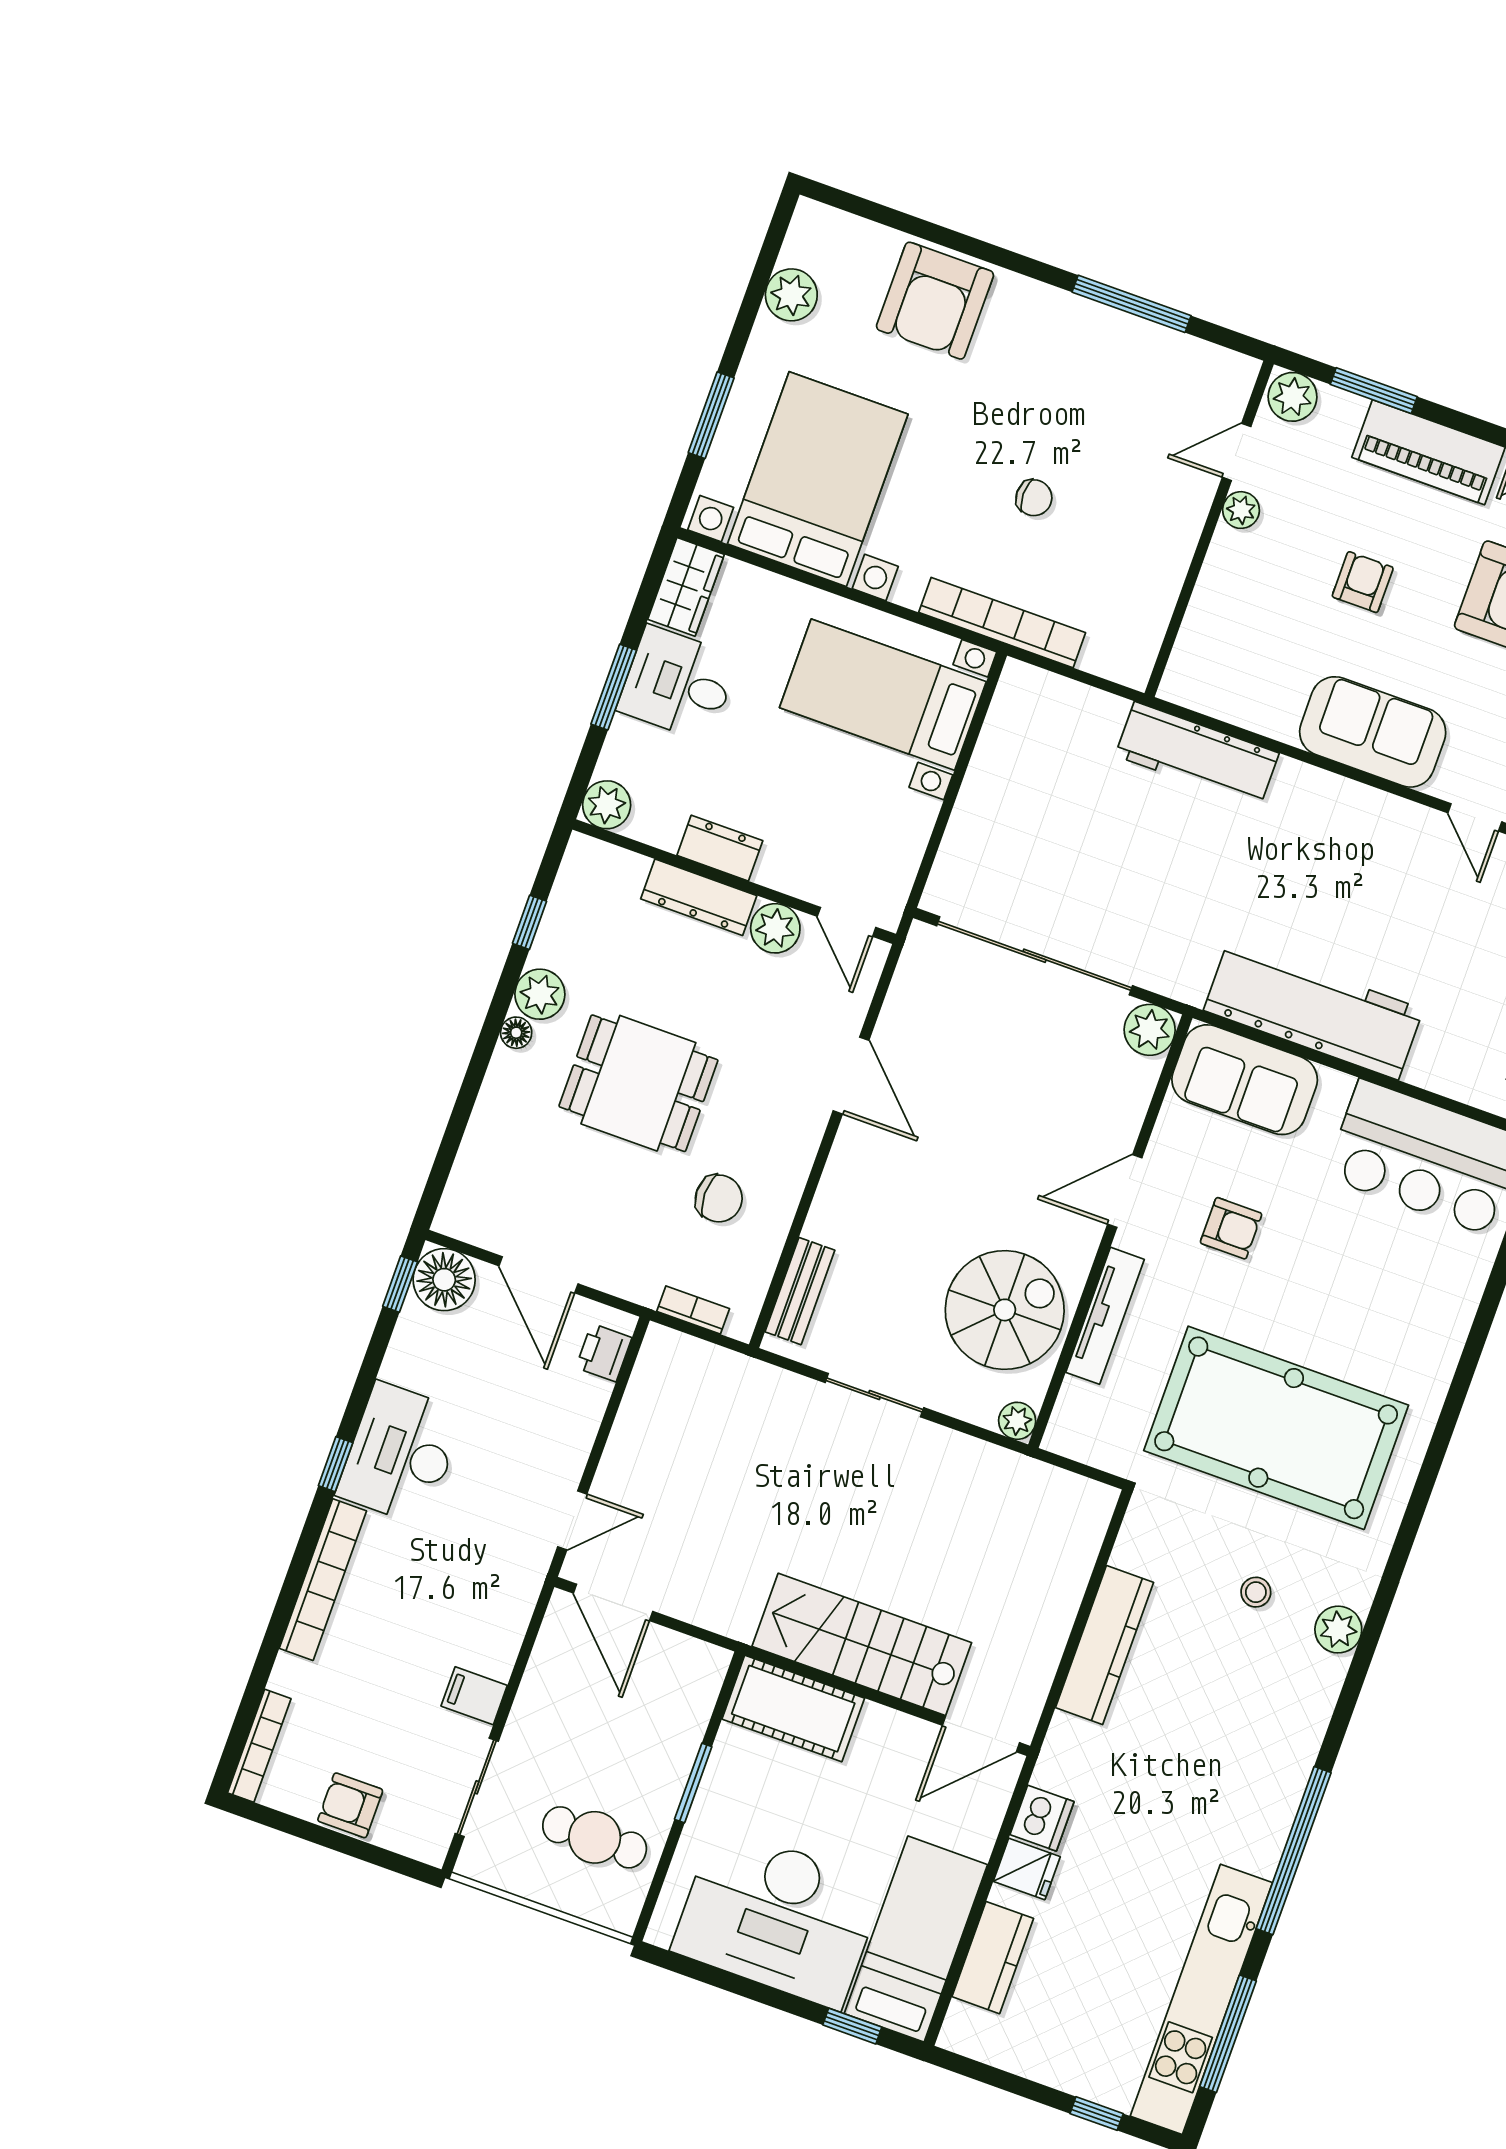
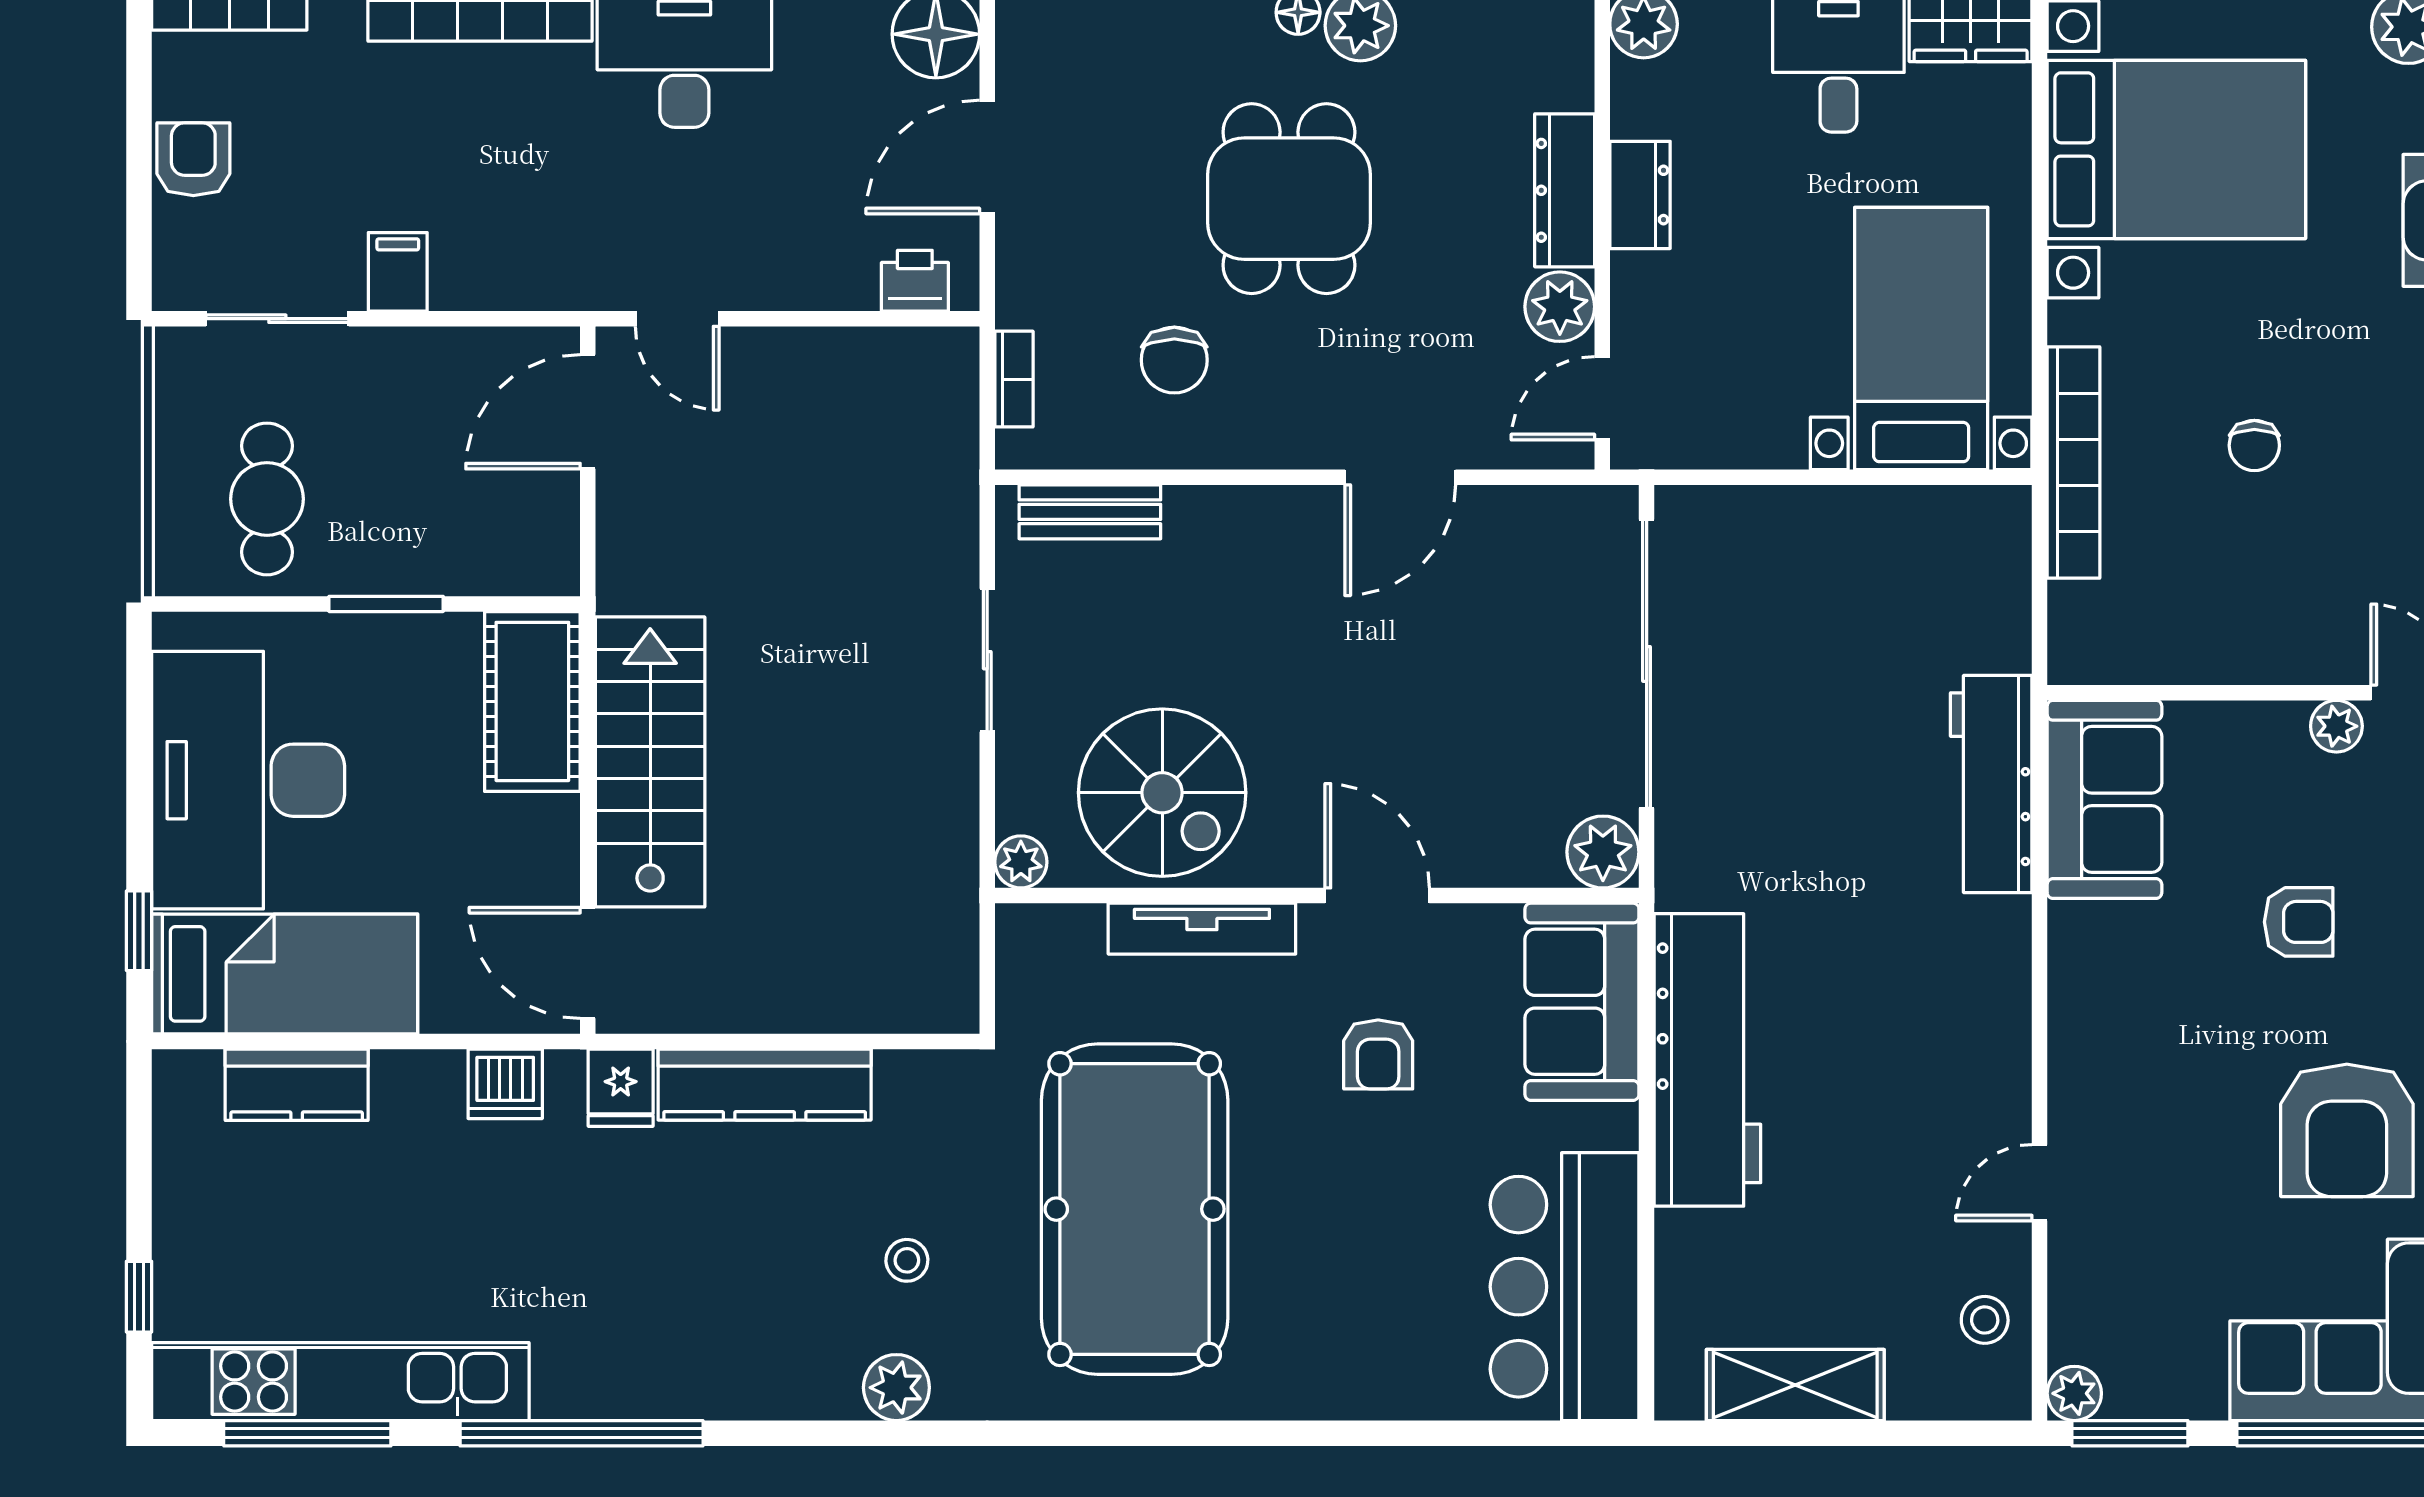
sofa: (1373, 732) -> (2104, 799), moved
fridge: (1027, 1869) -> (621, 1088), moved

